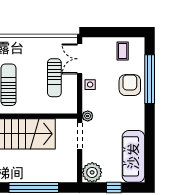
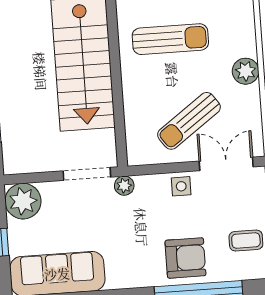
plant: (29, 45) -> (246, 71), added
sun lounger: (54, 78) -> (189, 121), turned -36

